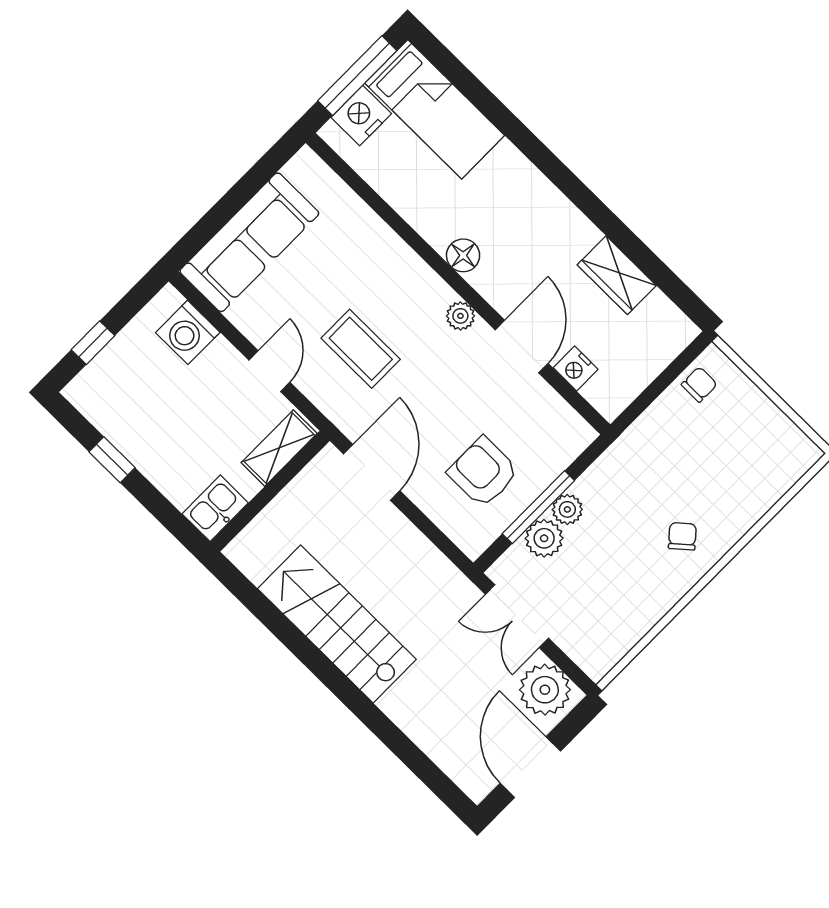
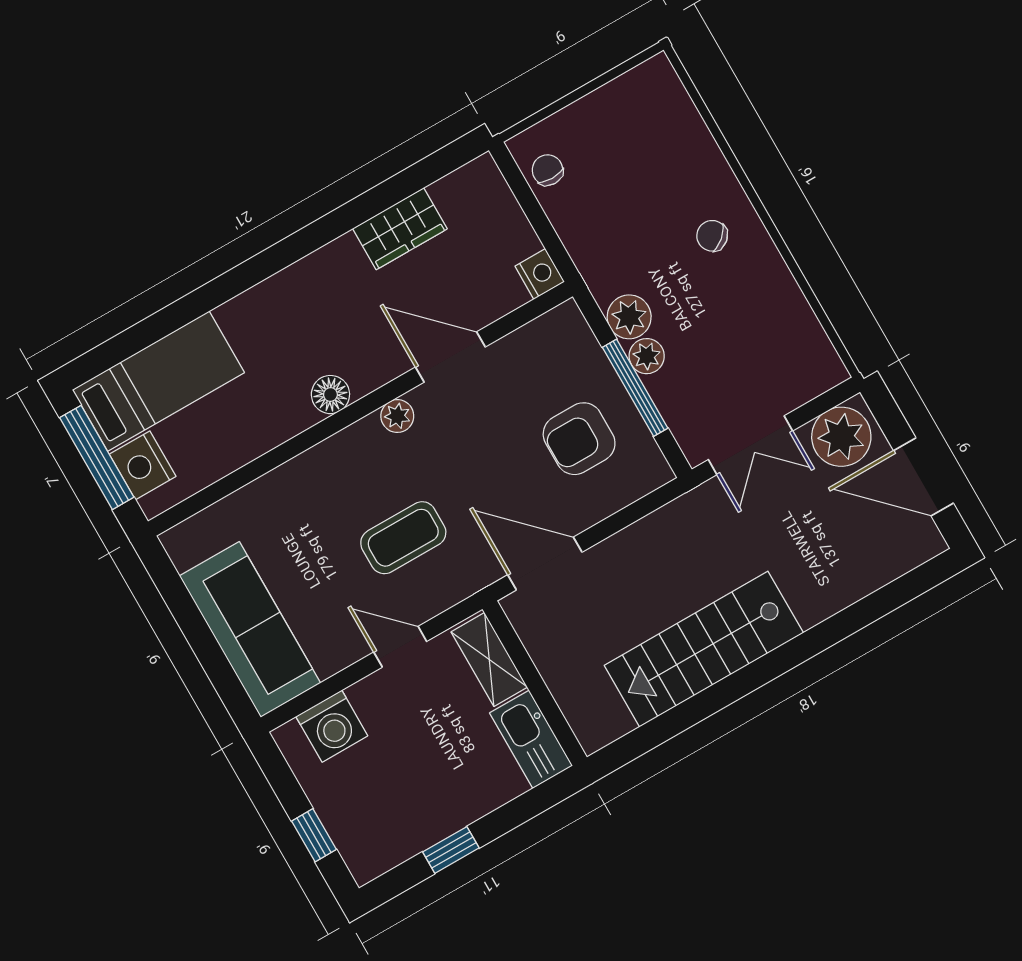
nightstand: (576, 368) -> (540, 274), moved, turned -90
kitchen sink: (215, 508) -> (531, 739), width x1.38
plant: (544, 538) -> (629, 317), moved

